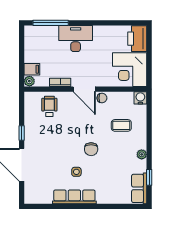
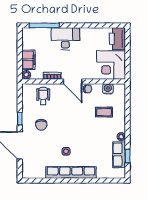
filing cabinet: (32, 69) -> (28, 60), width x2.00
water cooler: (140, 98) -> (108, 89), moved
chair: (91, 149) -> (41, 125), moved
row of seats: (139, 188) -> (119, 155), moved
row of seats: (74, 197) -> (71, 172), width x1.36

